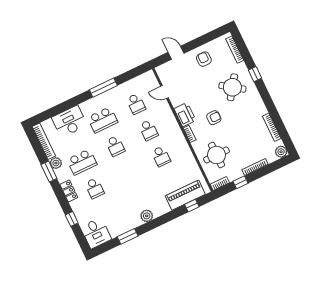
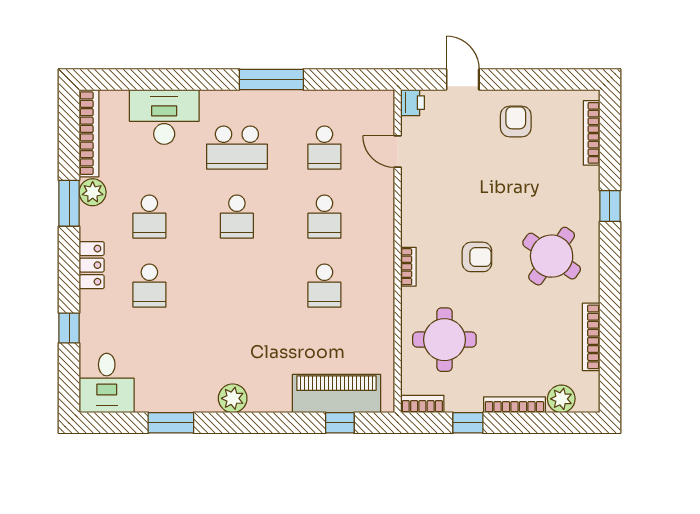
round table: (232, 87) -> (552, 256), moved
printer: (185, 115) -> (413, 103), moved, width x0.53, depth x0.68
plant: (281, 152) -> (561, 399), moved
school desk: (82, 162) -> (149, 217), width x0.54

